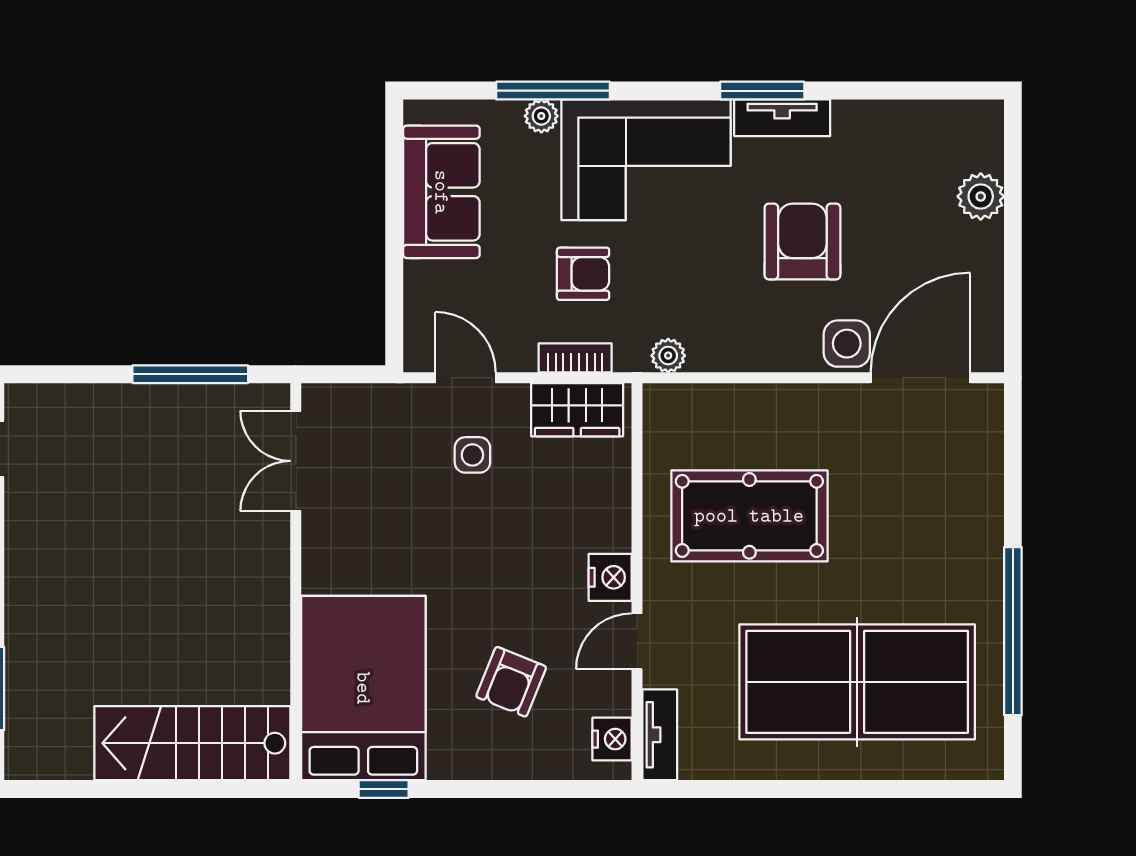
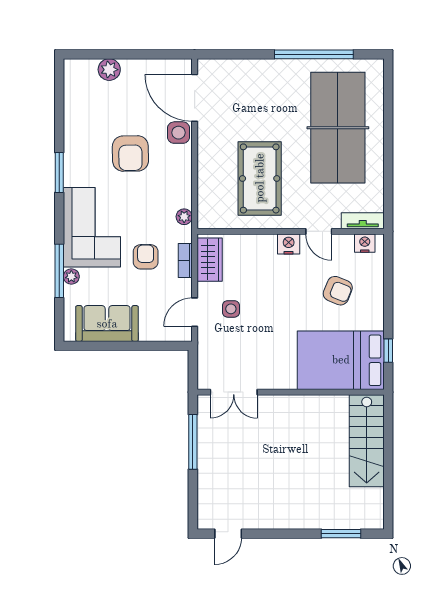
tv unit: (782, 118) -> (72, 163), removed
armchair: (802, 241) -> (130, 153), turned -91

